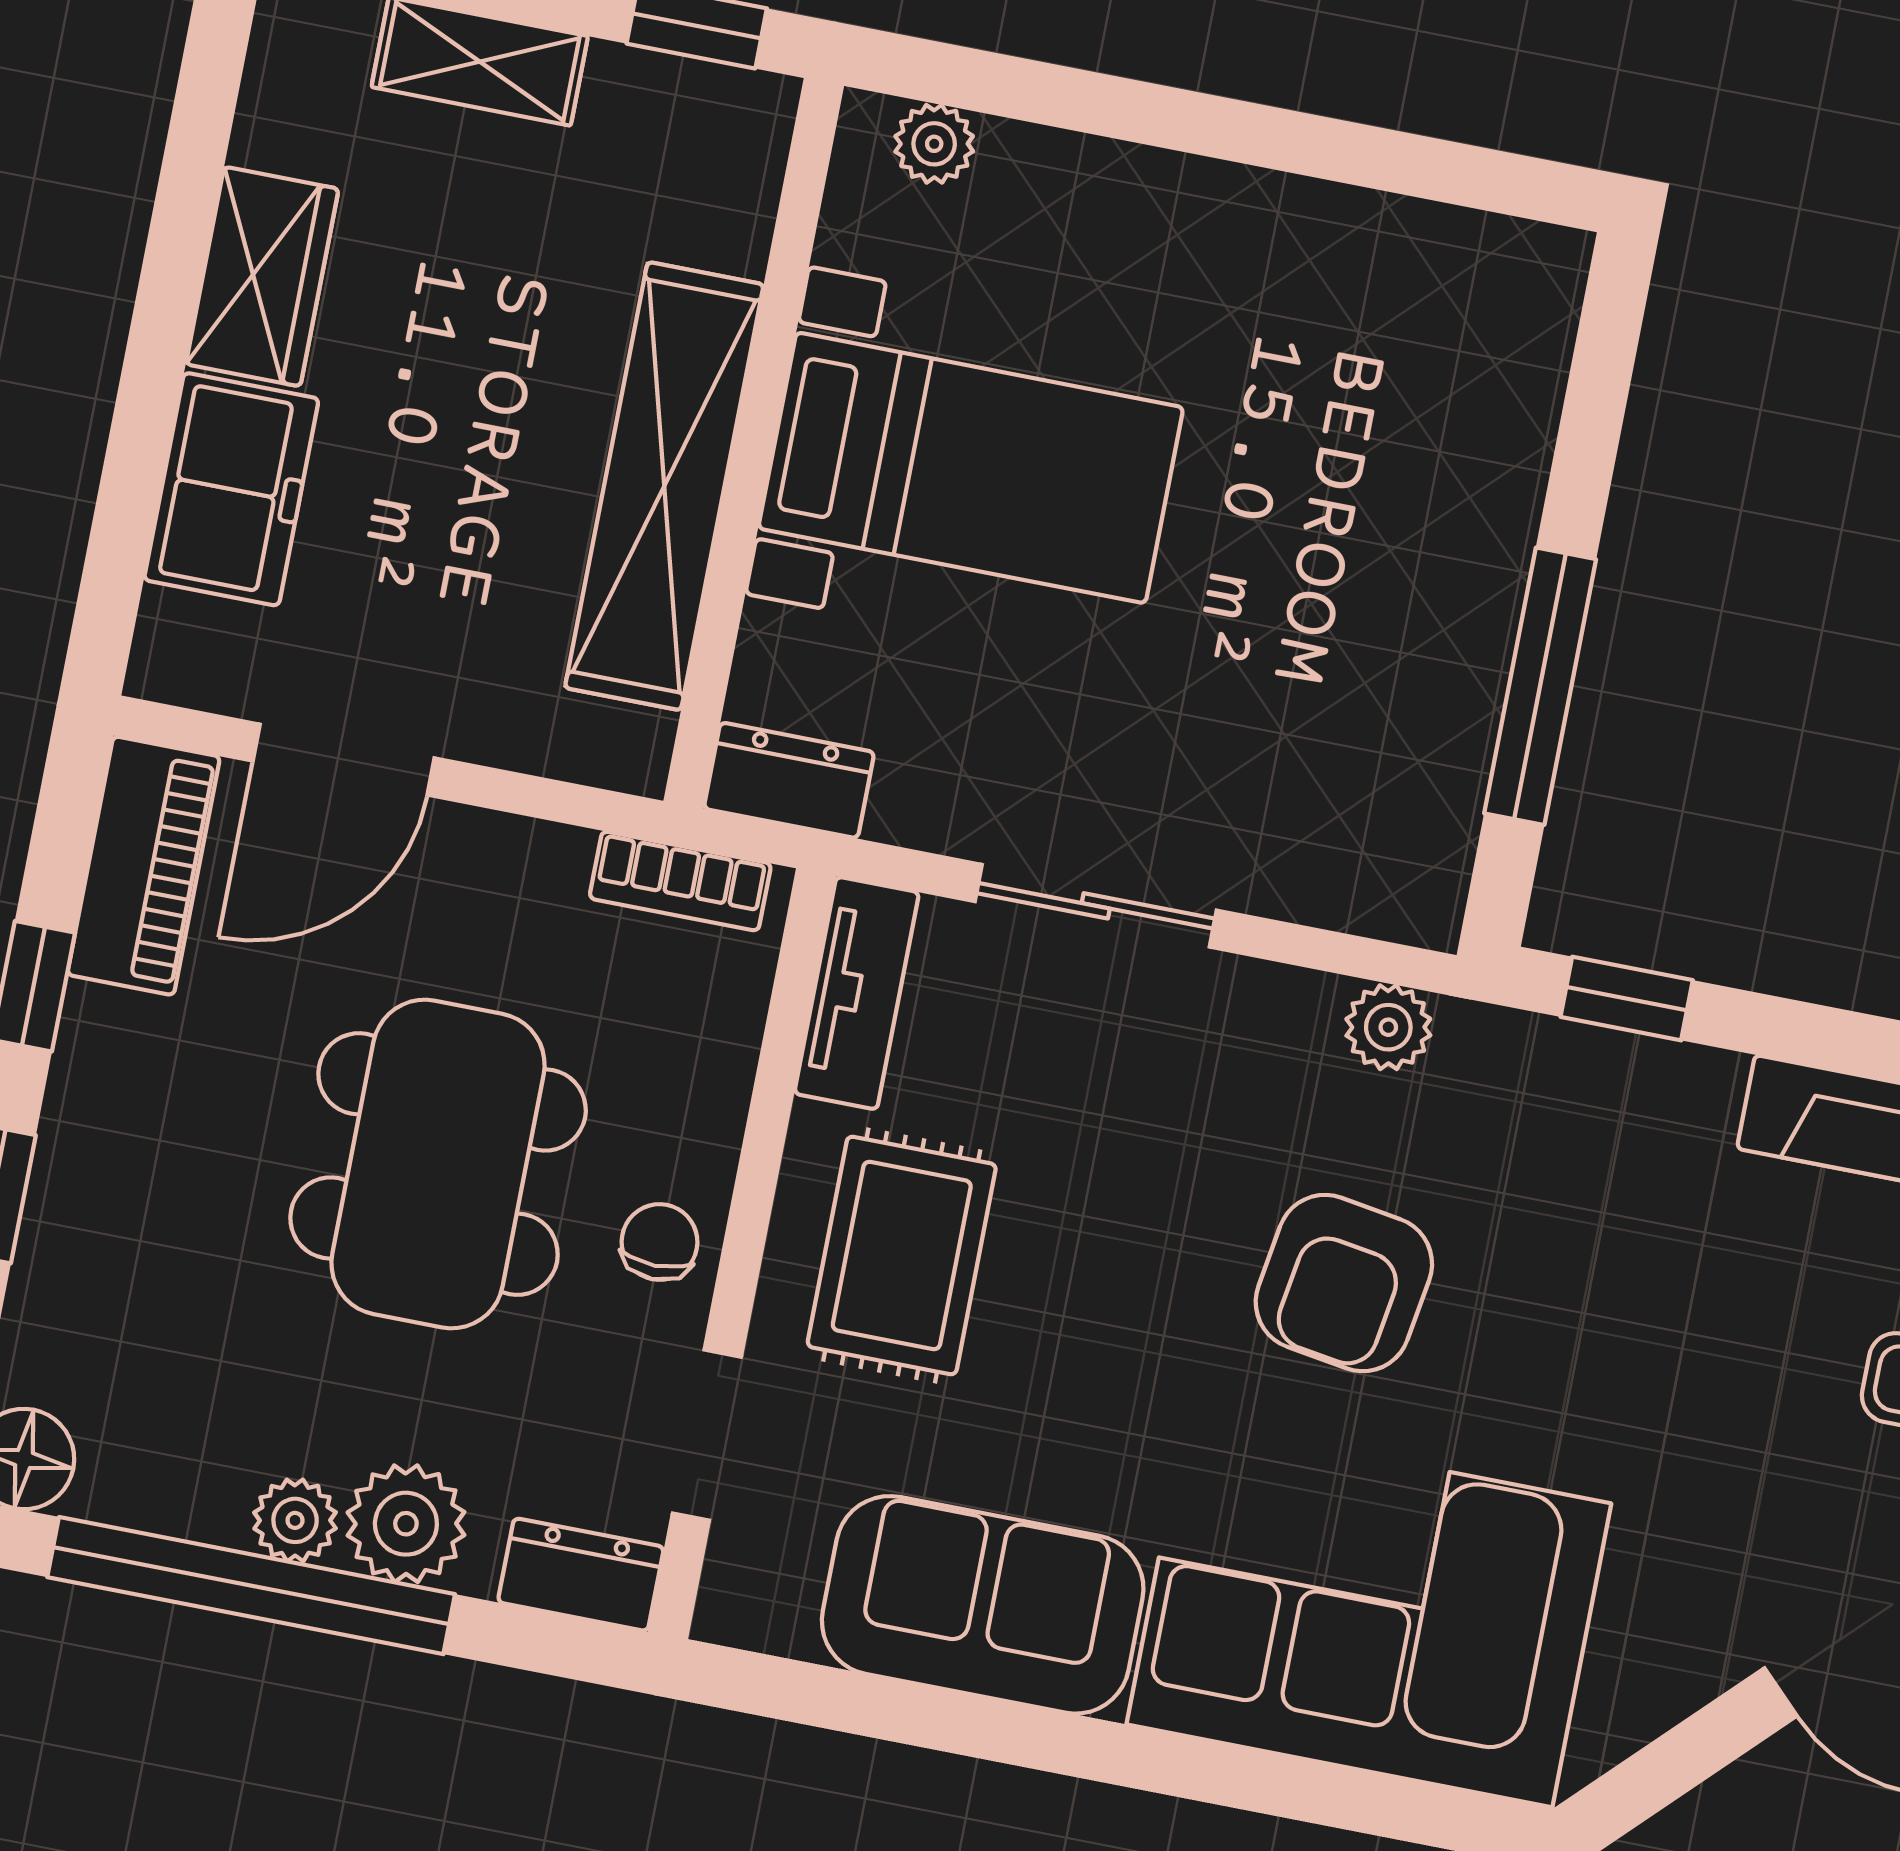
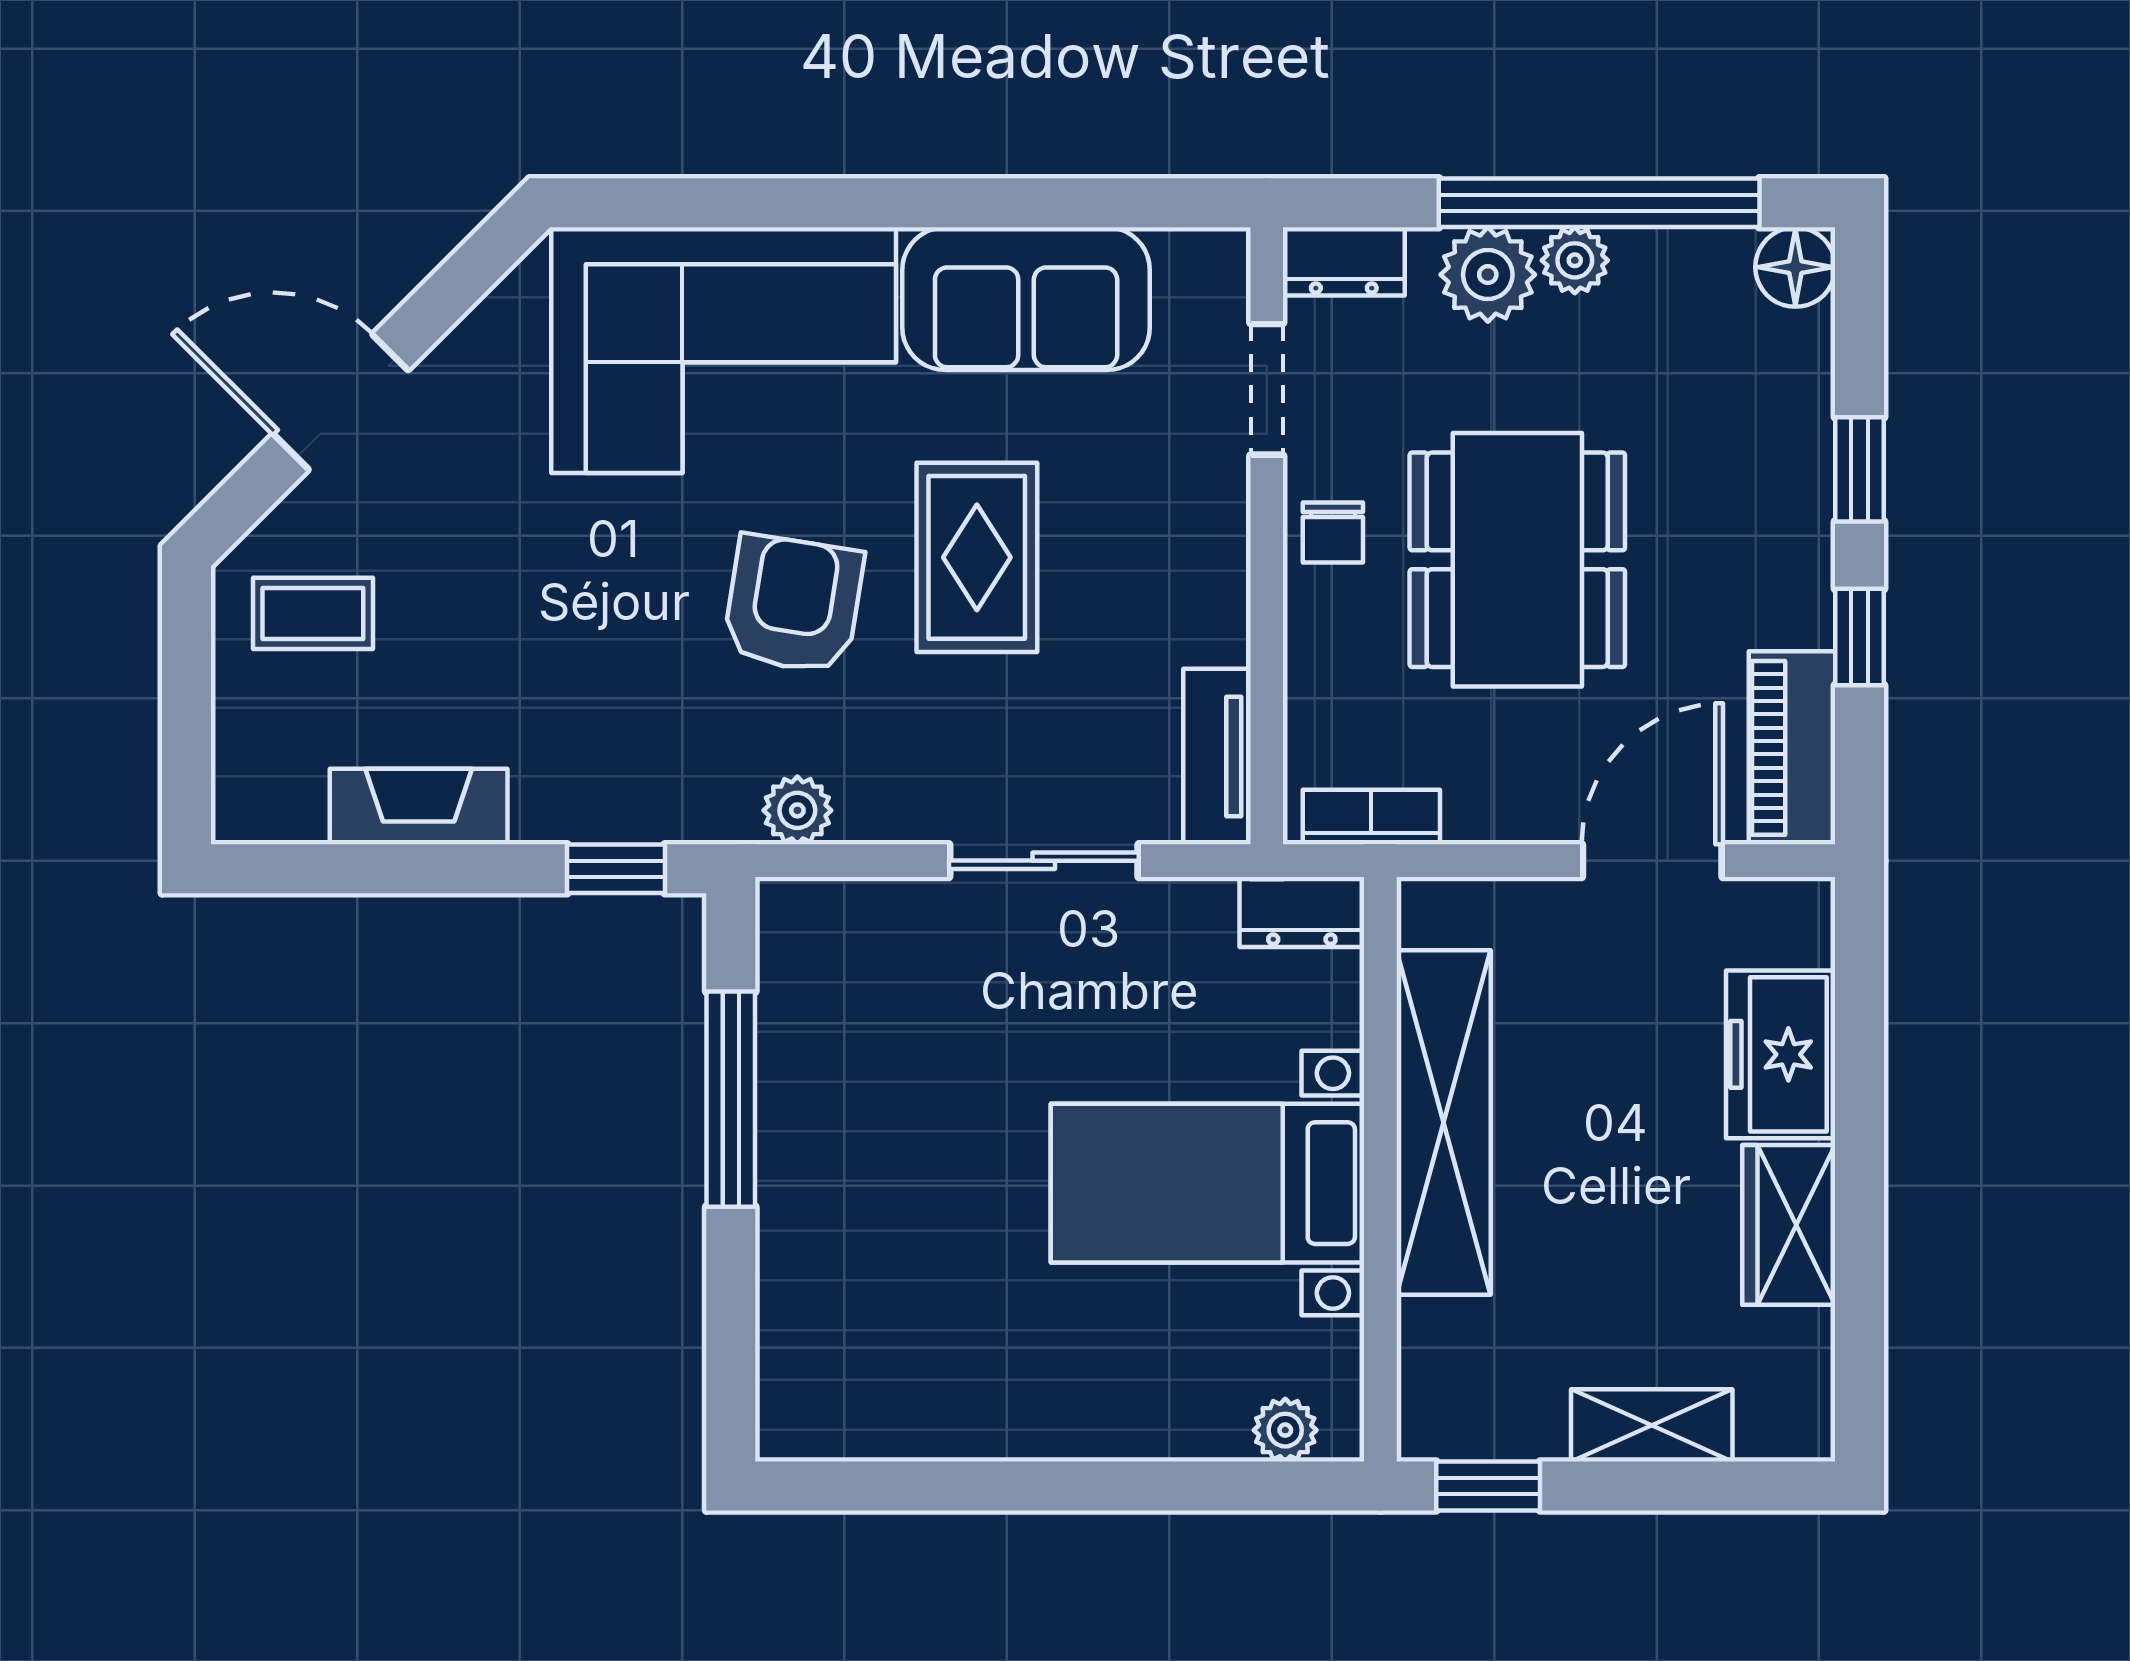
rug: (902, 1256) -> (977, 557), moved

